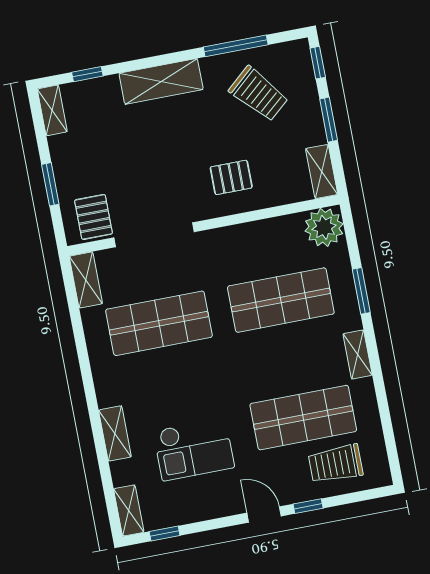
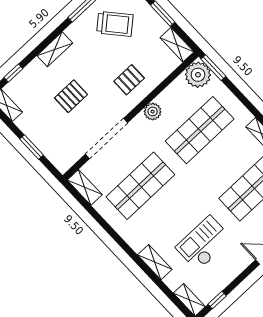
shelving: (161, 81) -> (55, 49), width x0.67, depth x0.75
pallet: (94, 217) -> (71, 96), moved, turned 90
plant: (235, 238) -> (153, 112), added
window: (361, 291) -> (213, 68), moved
checkout: (194, 449) -> (204, 243), turned 180

